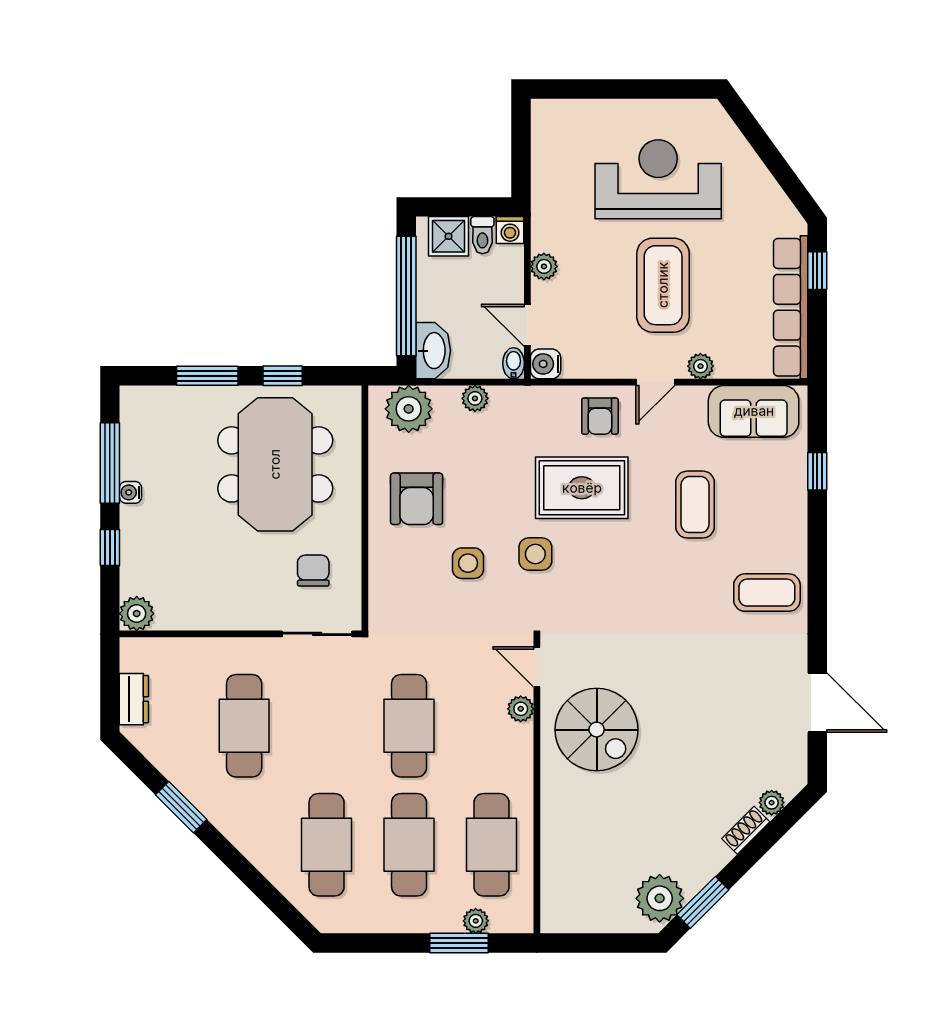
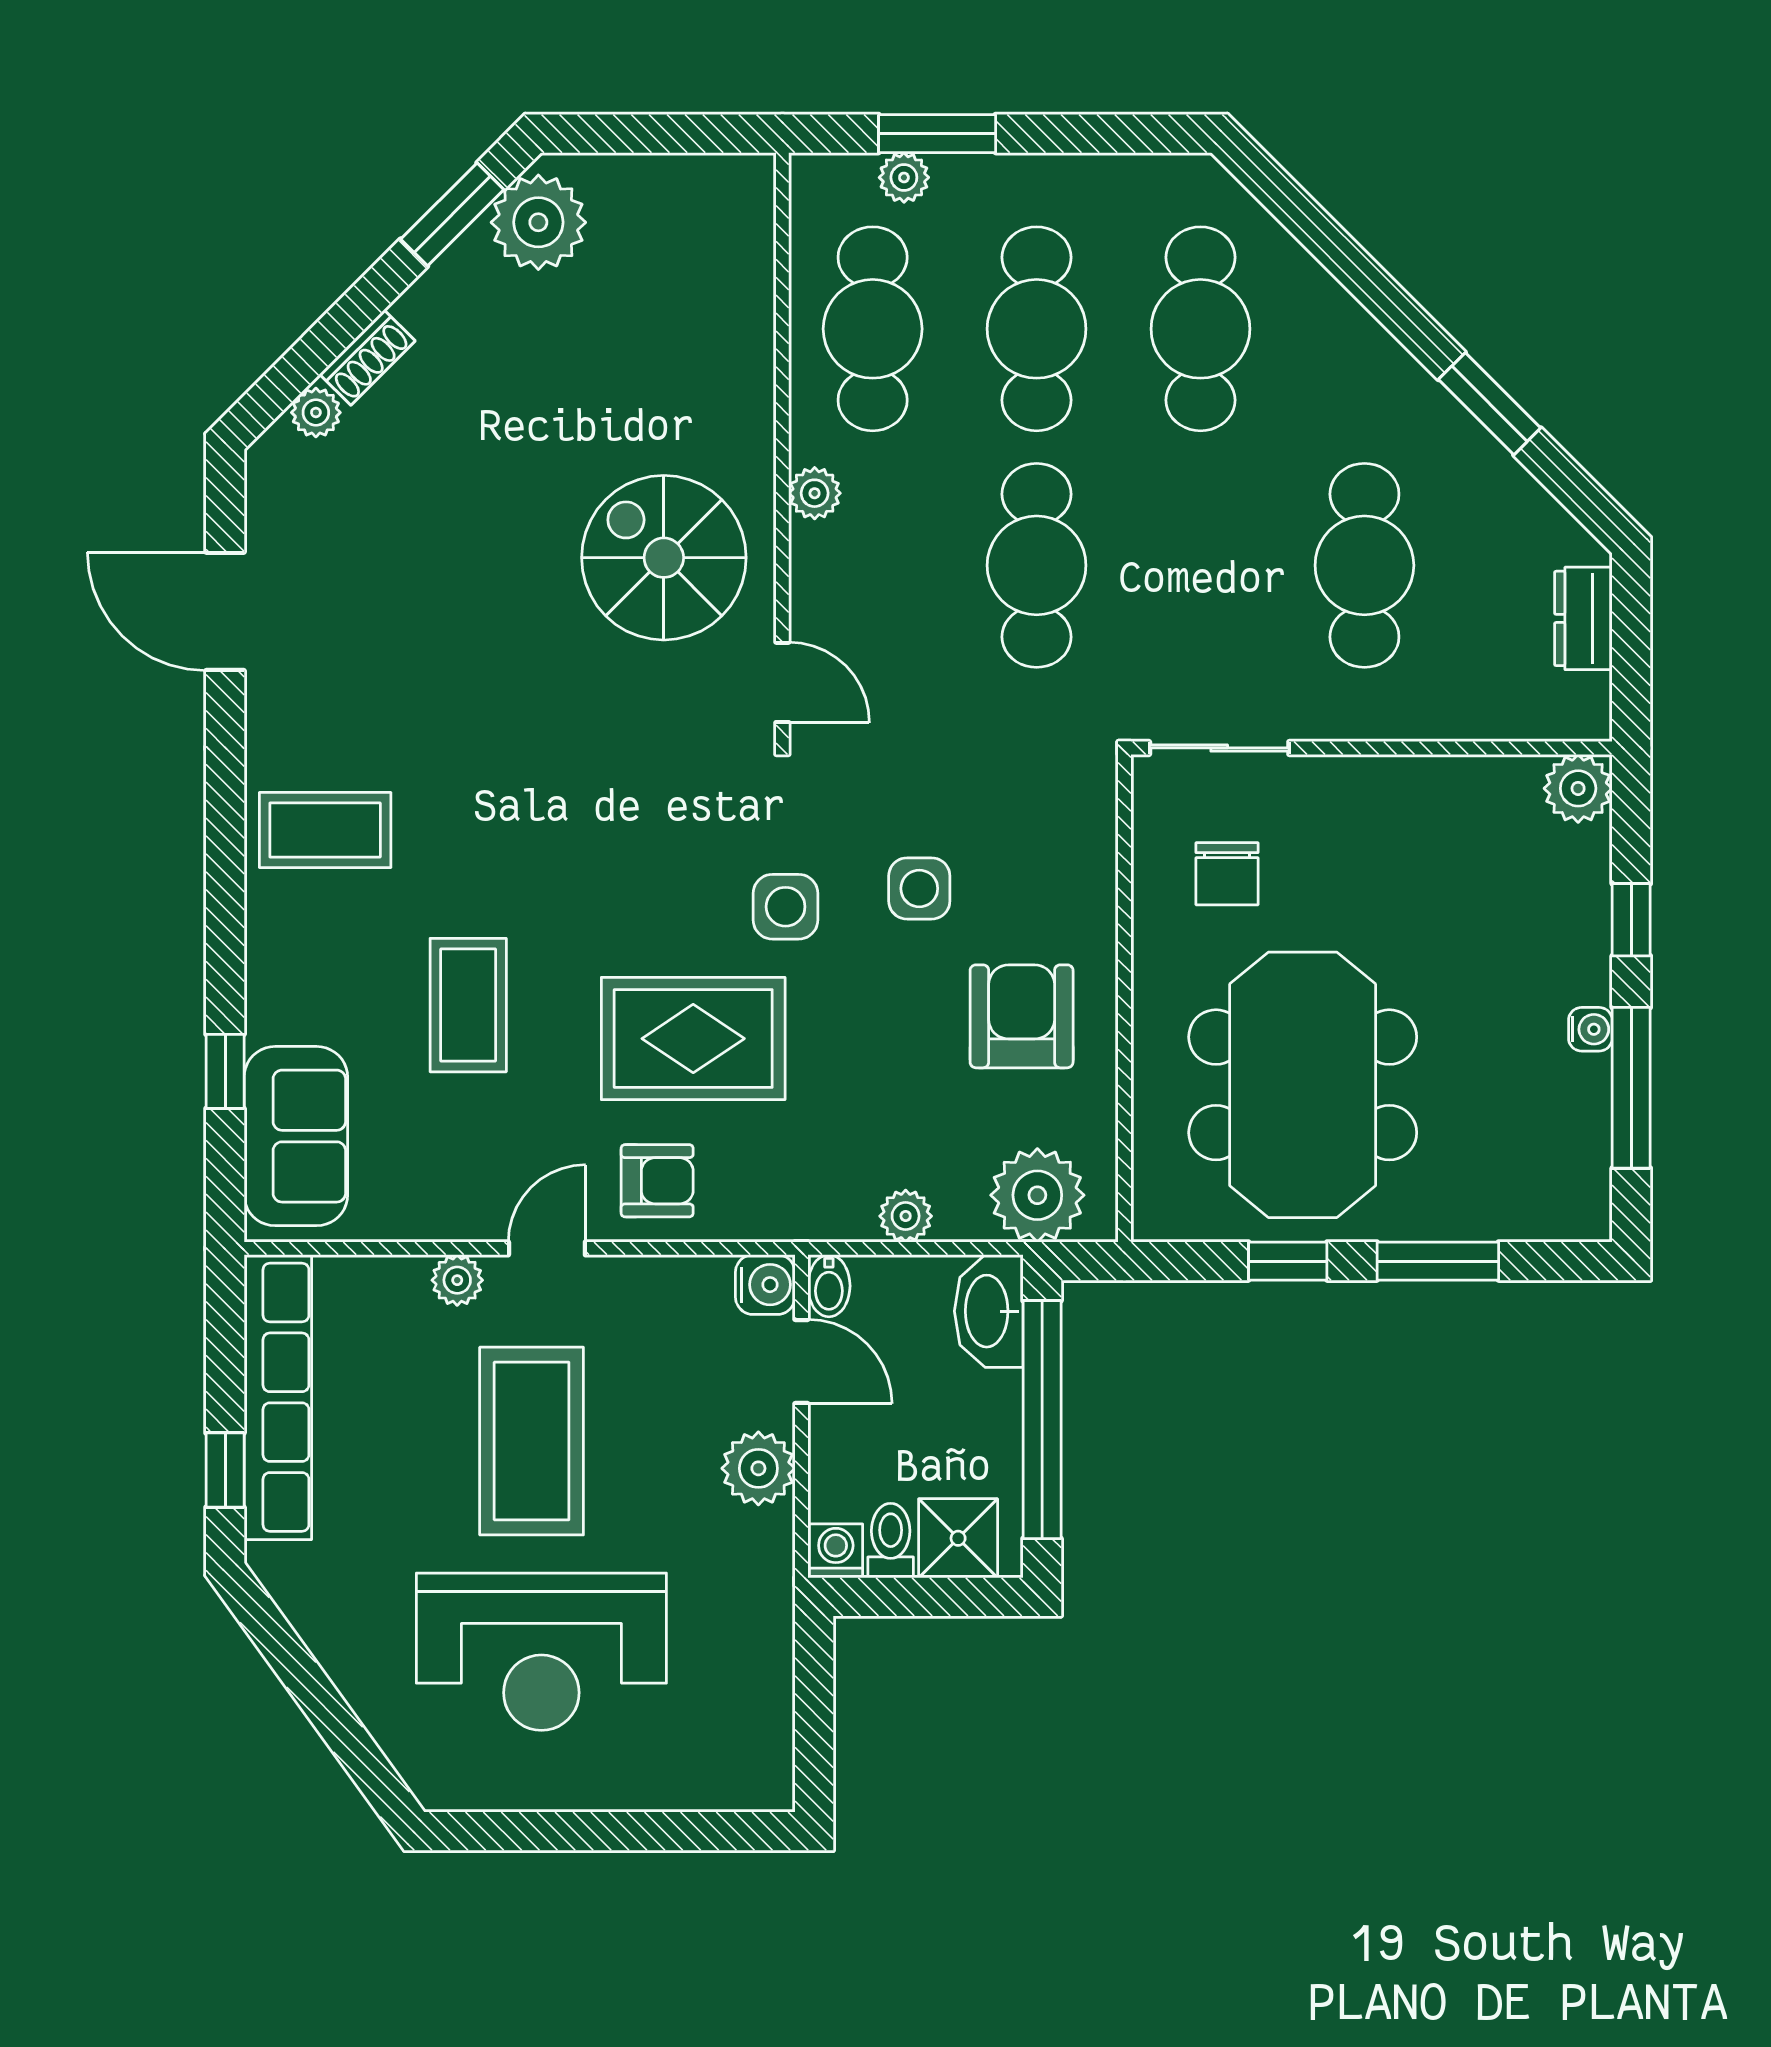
plant: (544, 266) -> (758, 1468), width x1.38, depth x1.38
sofa: (754, 411) -> (296, 1136), moved, turned 90
armchair: (600, 416) -> (657, 1181), turned 90
plant: (521, 709) -> (815, 493), moved

